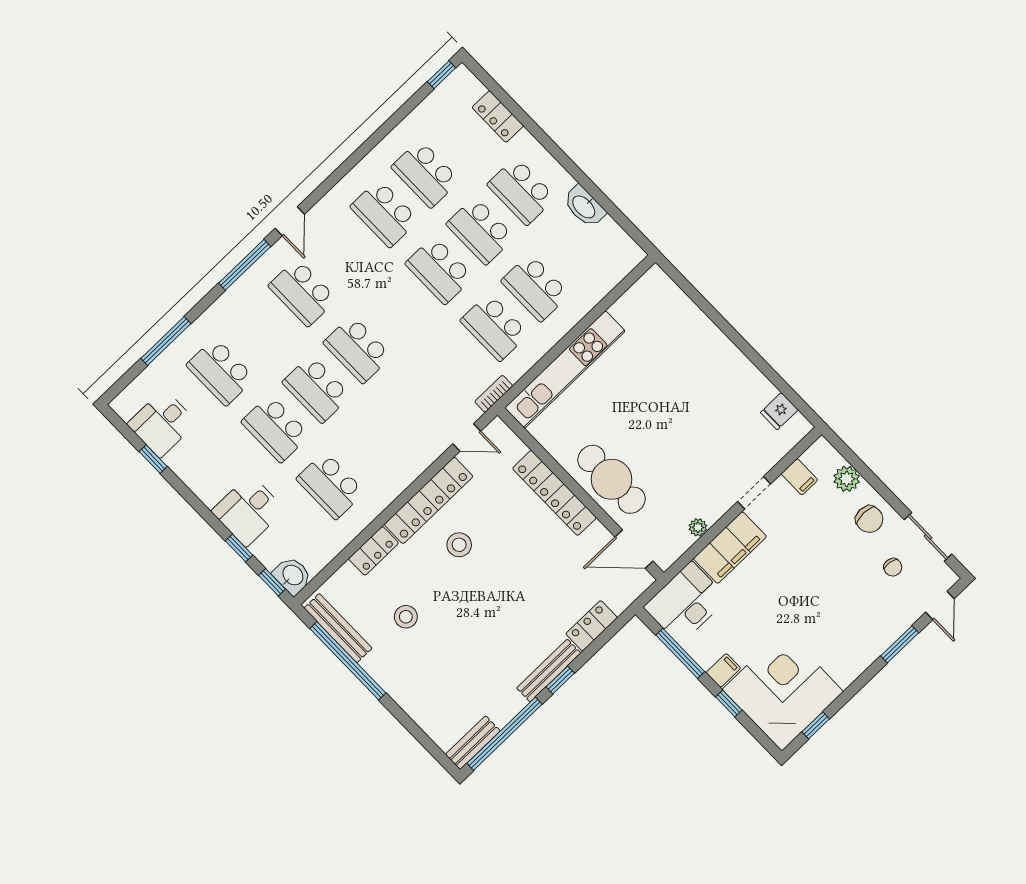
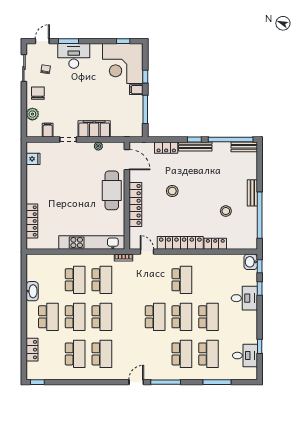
school desk: (302, 293) -> (182, 354), moved
locker: (689, 314) -> (32, 221), added
school desk: (330, 485) -> (182, 280), moved
stool: (459, 545) -> (172, 191), moved
desk: (686, 603) -> (74, 56), moved, turned 180
bench: (338, 628) -> (252, 193), moved, width x0.73

